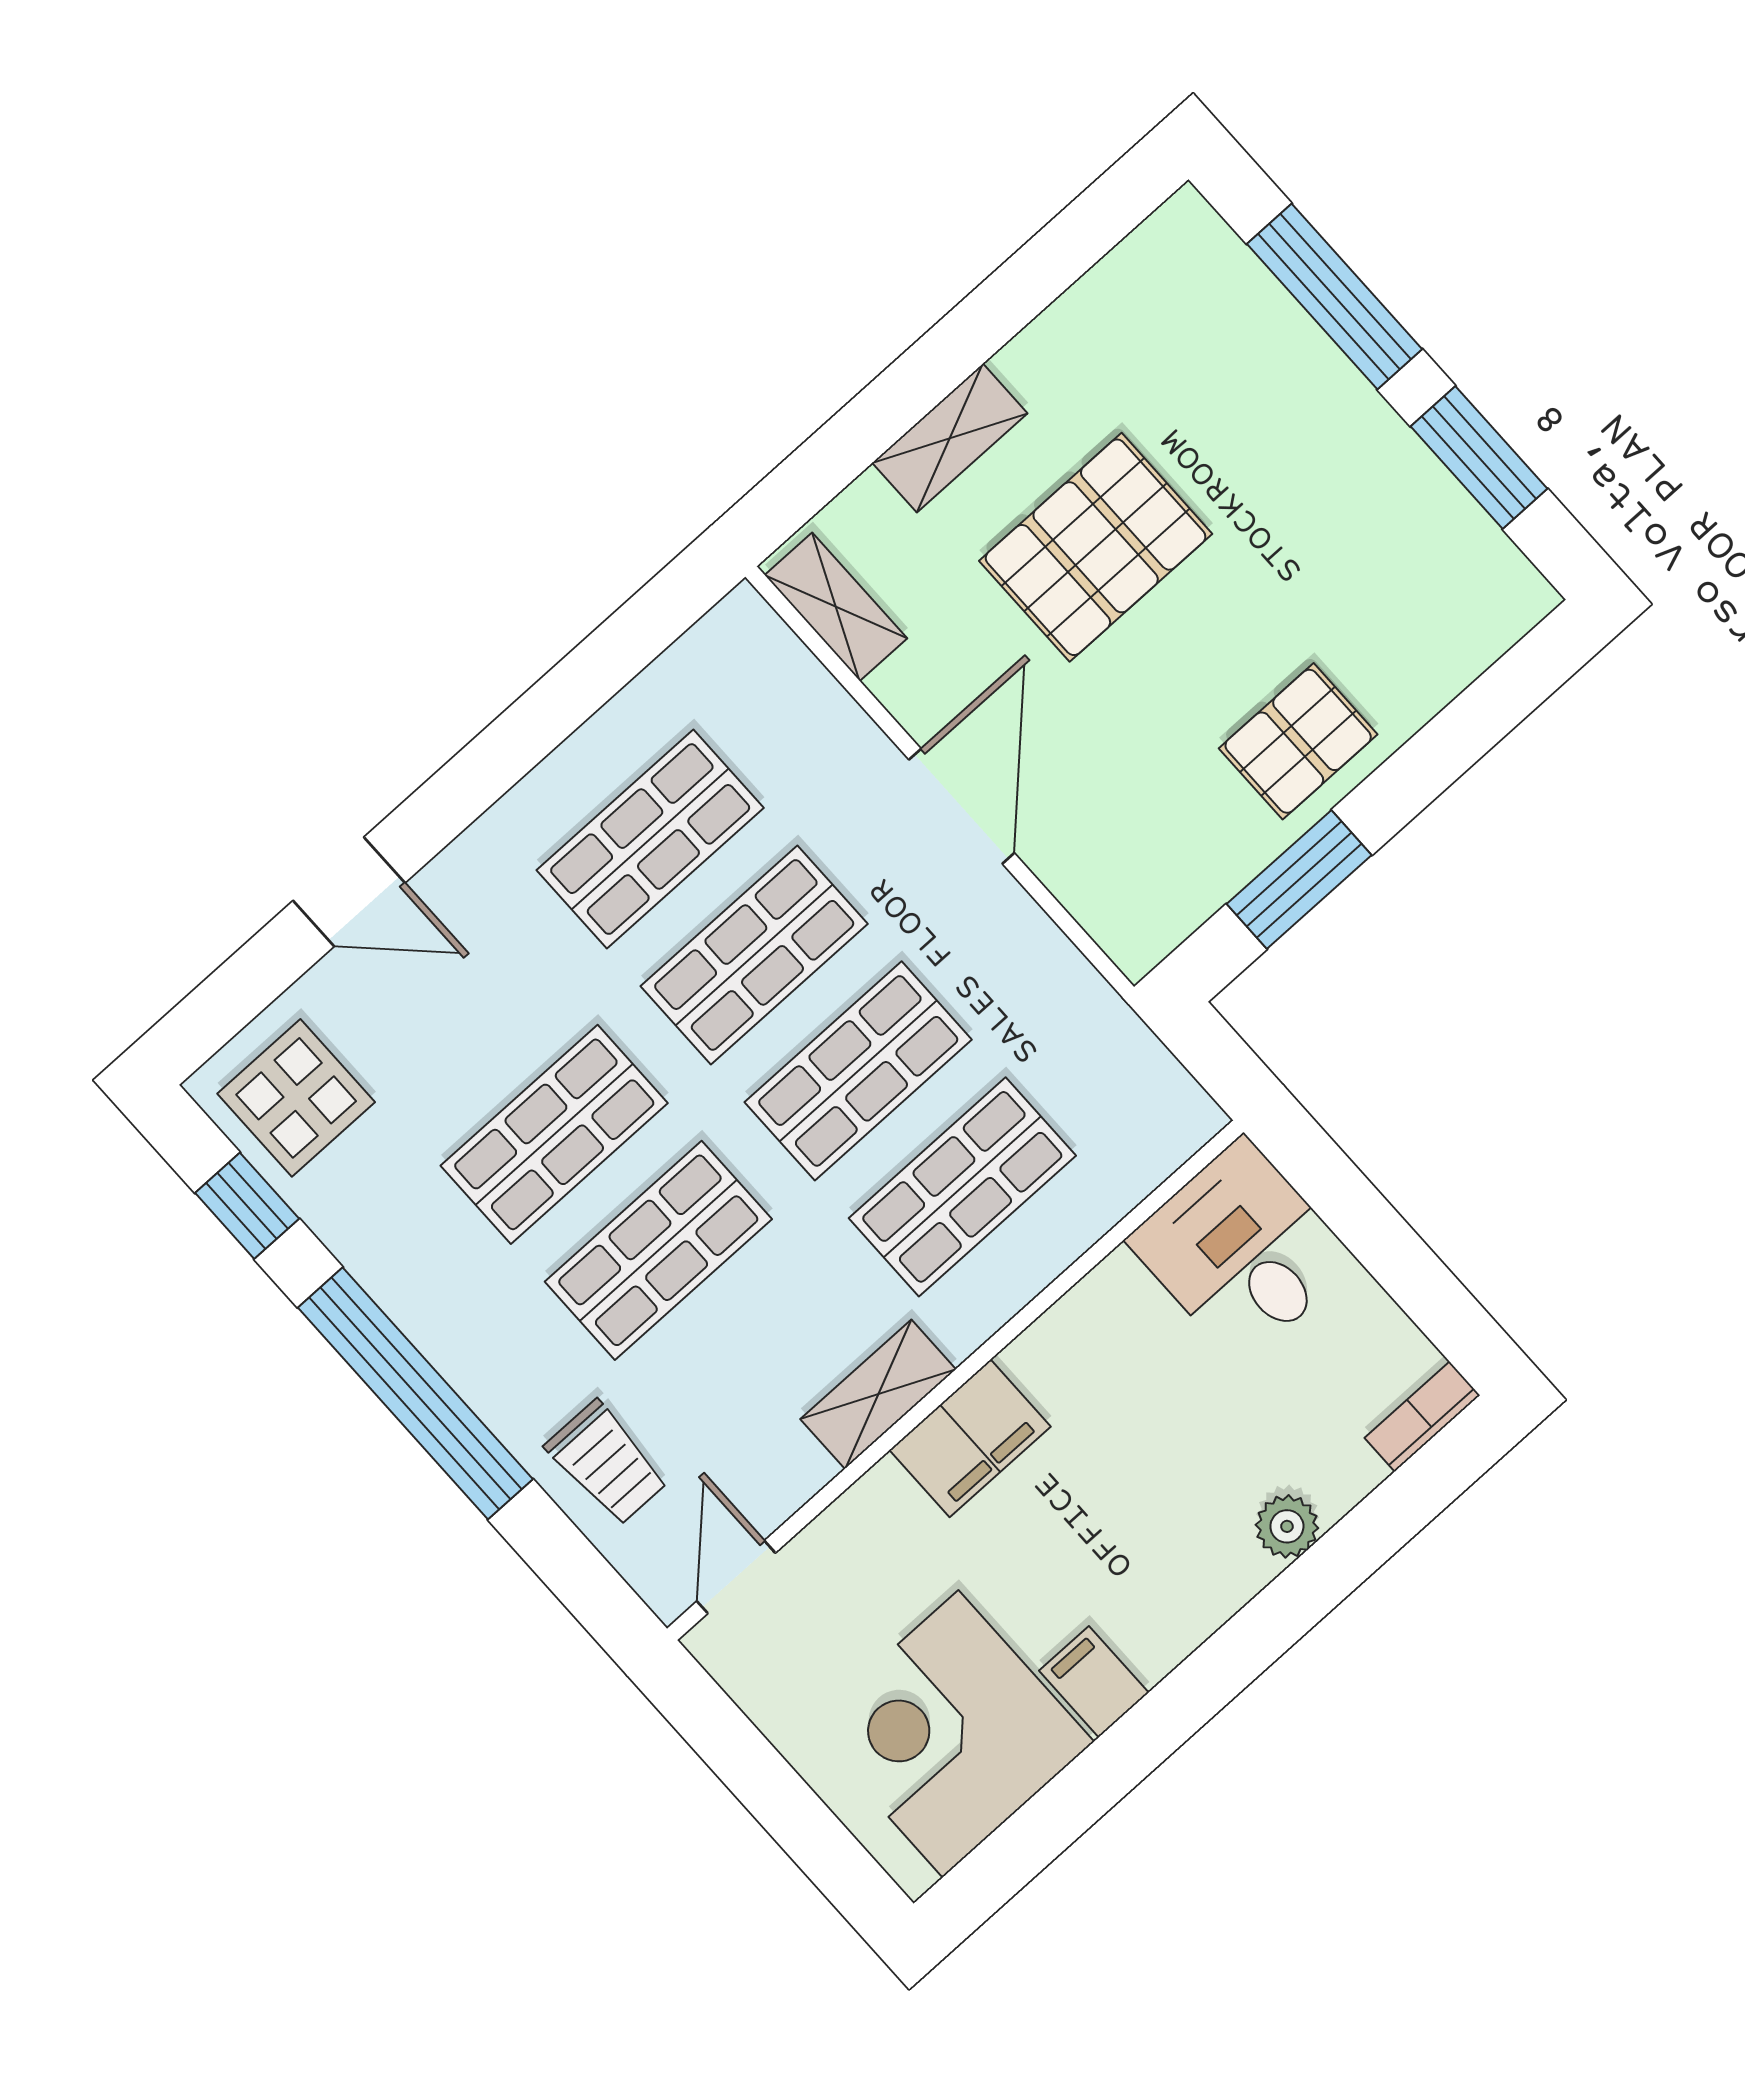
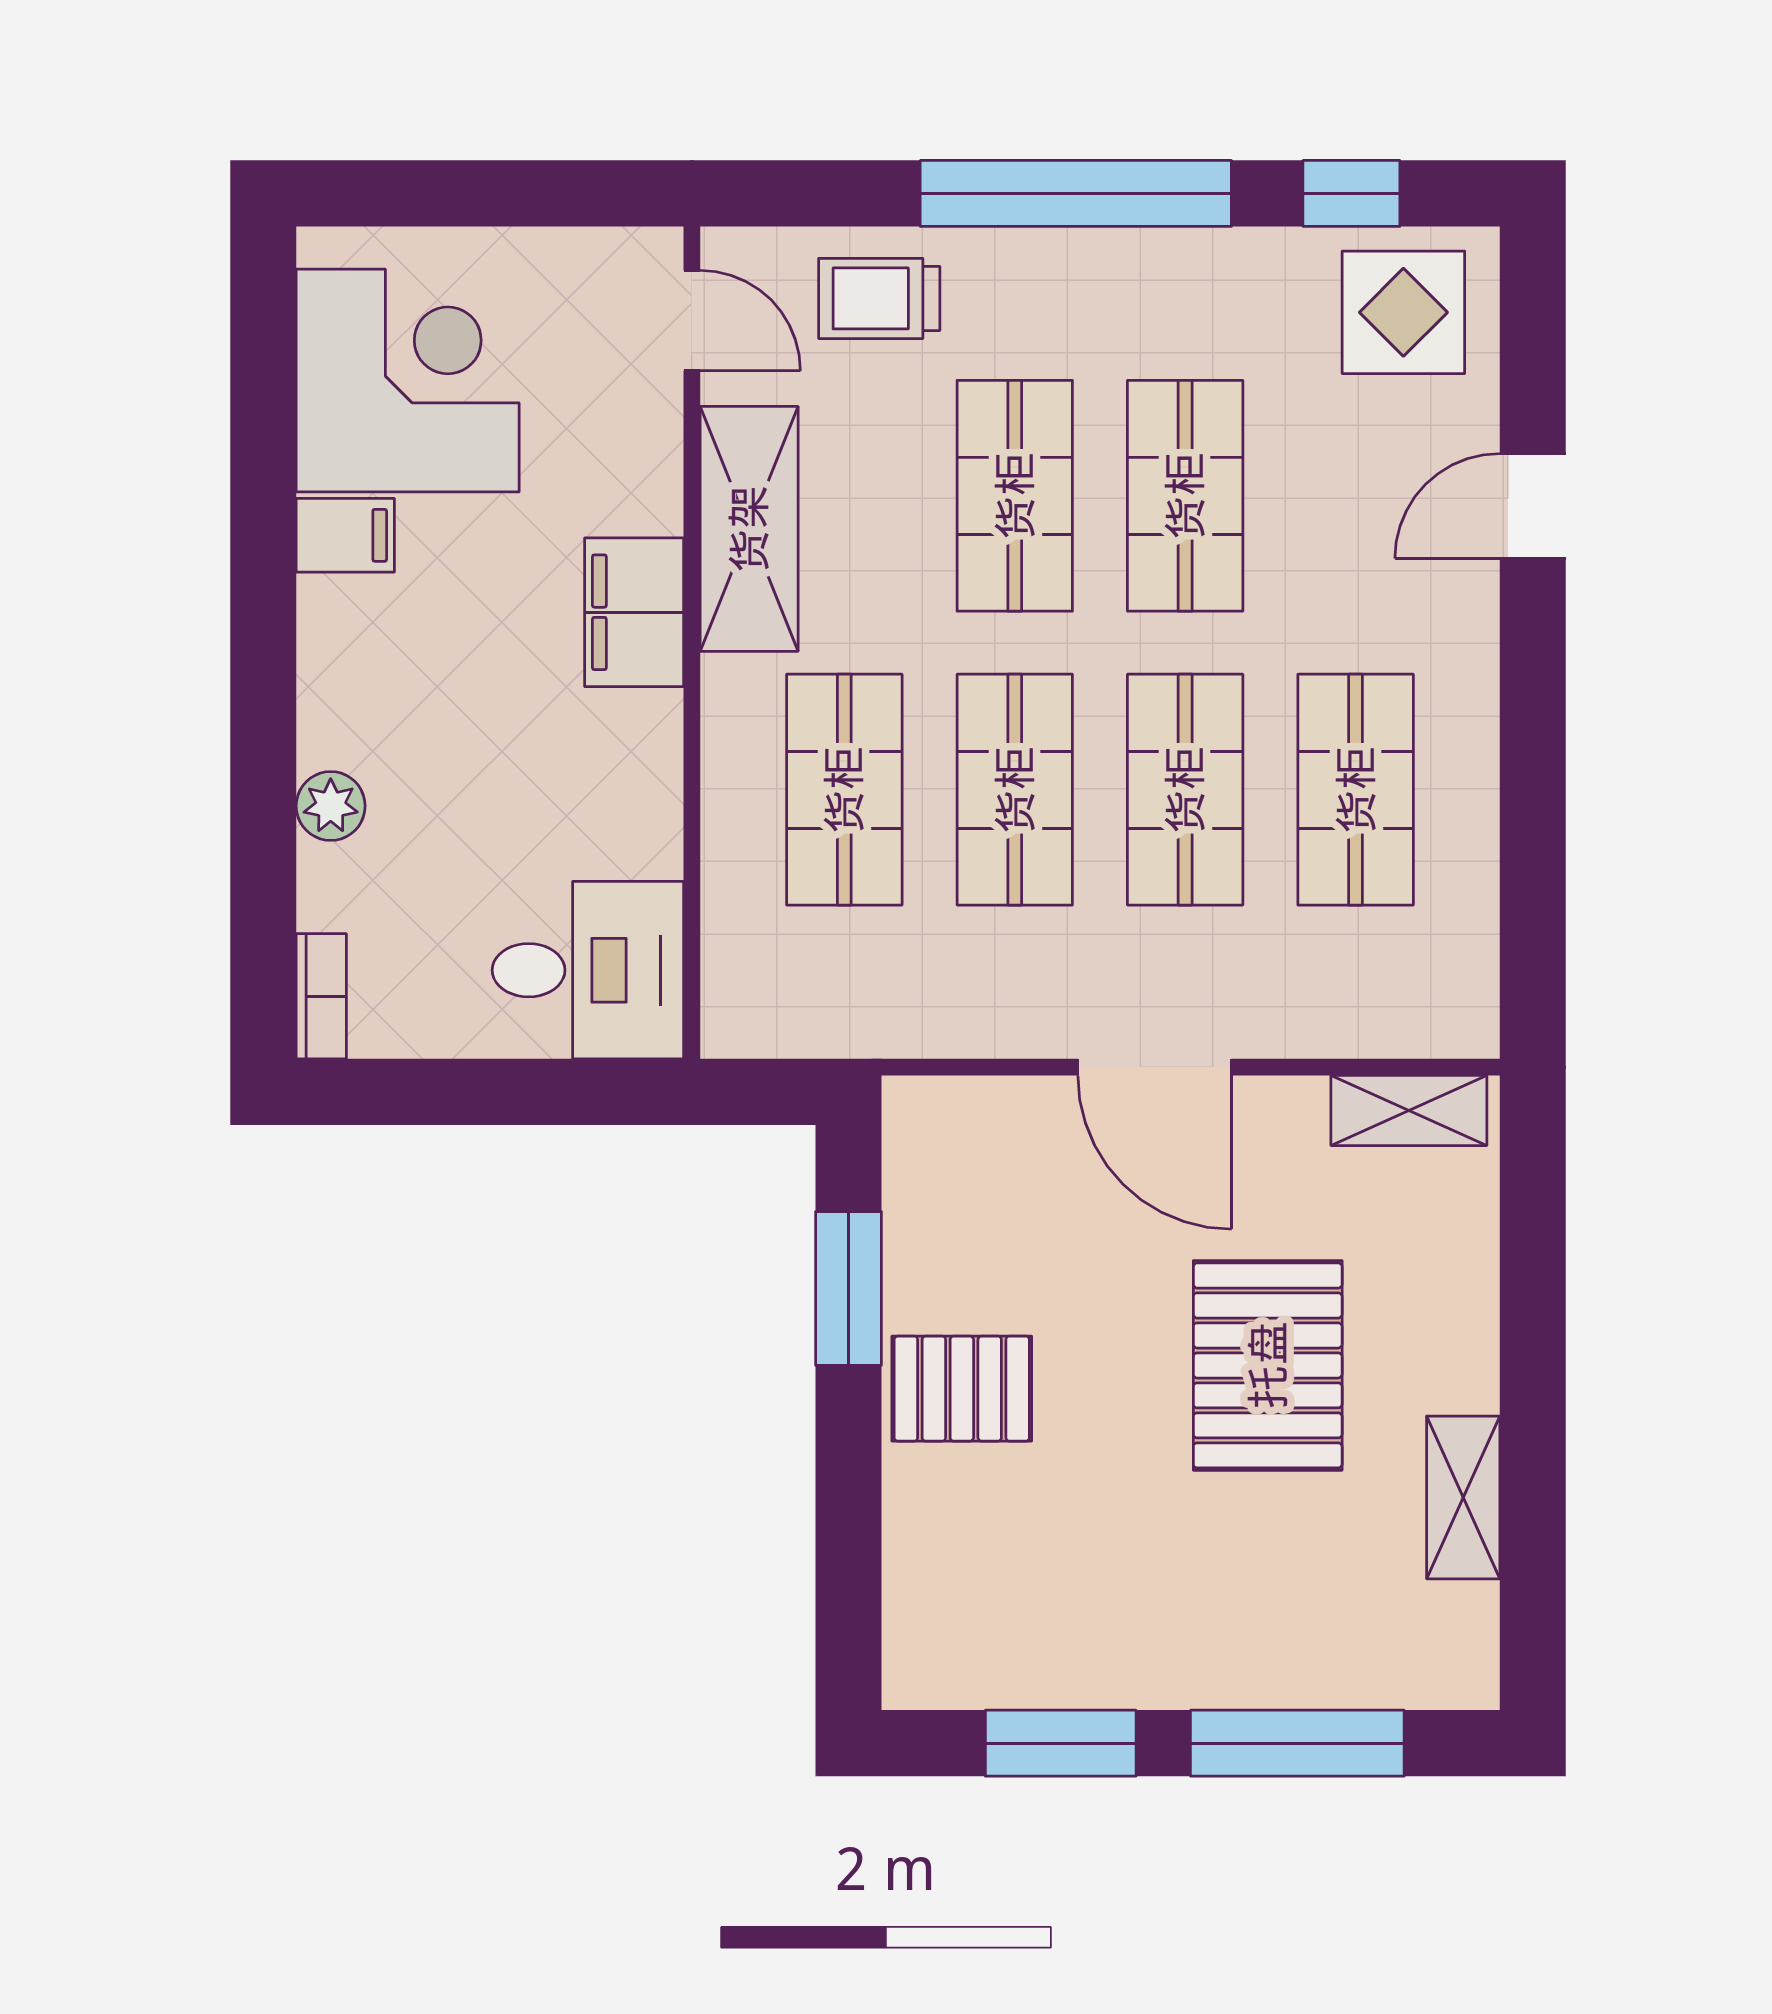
shelving: (950, 438) -> (1463, 1497), moved
pallet: (1298, 741) -> (962, 1389), turned 90
shelving: (878, 1394) -> (749, 529), width x1.50, depth x1.33

